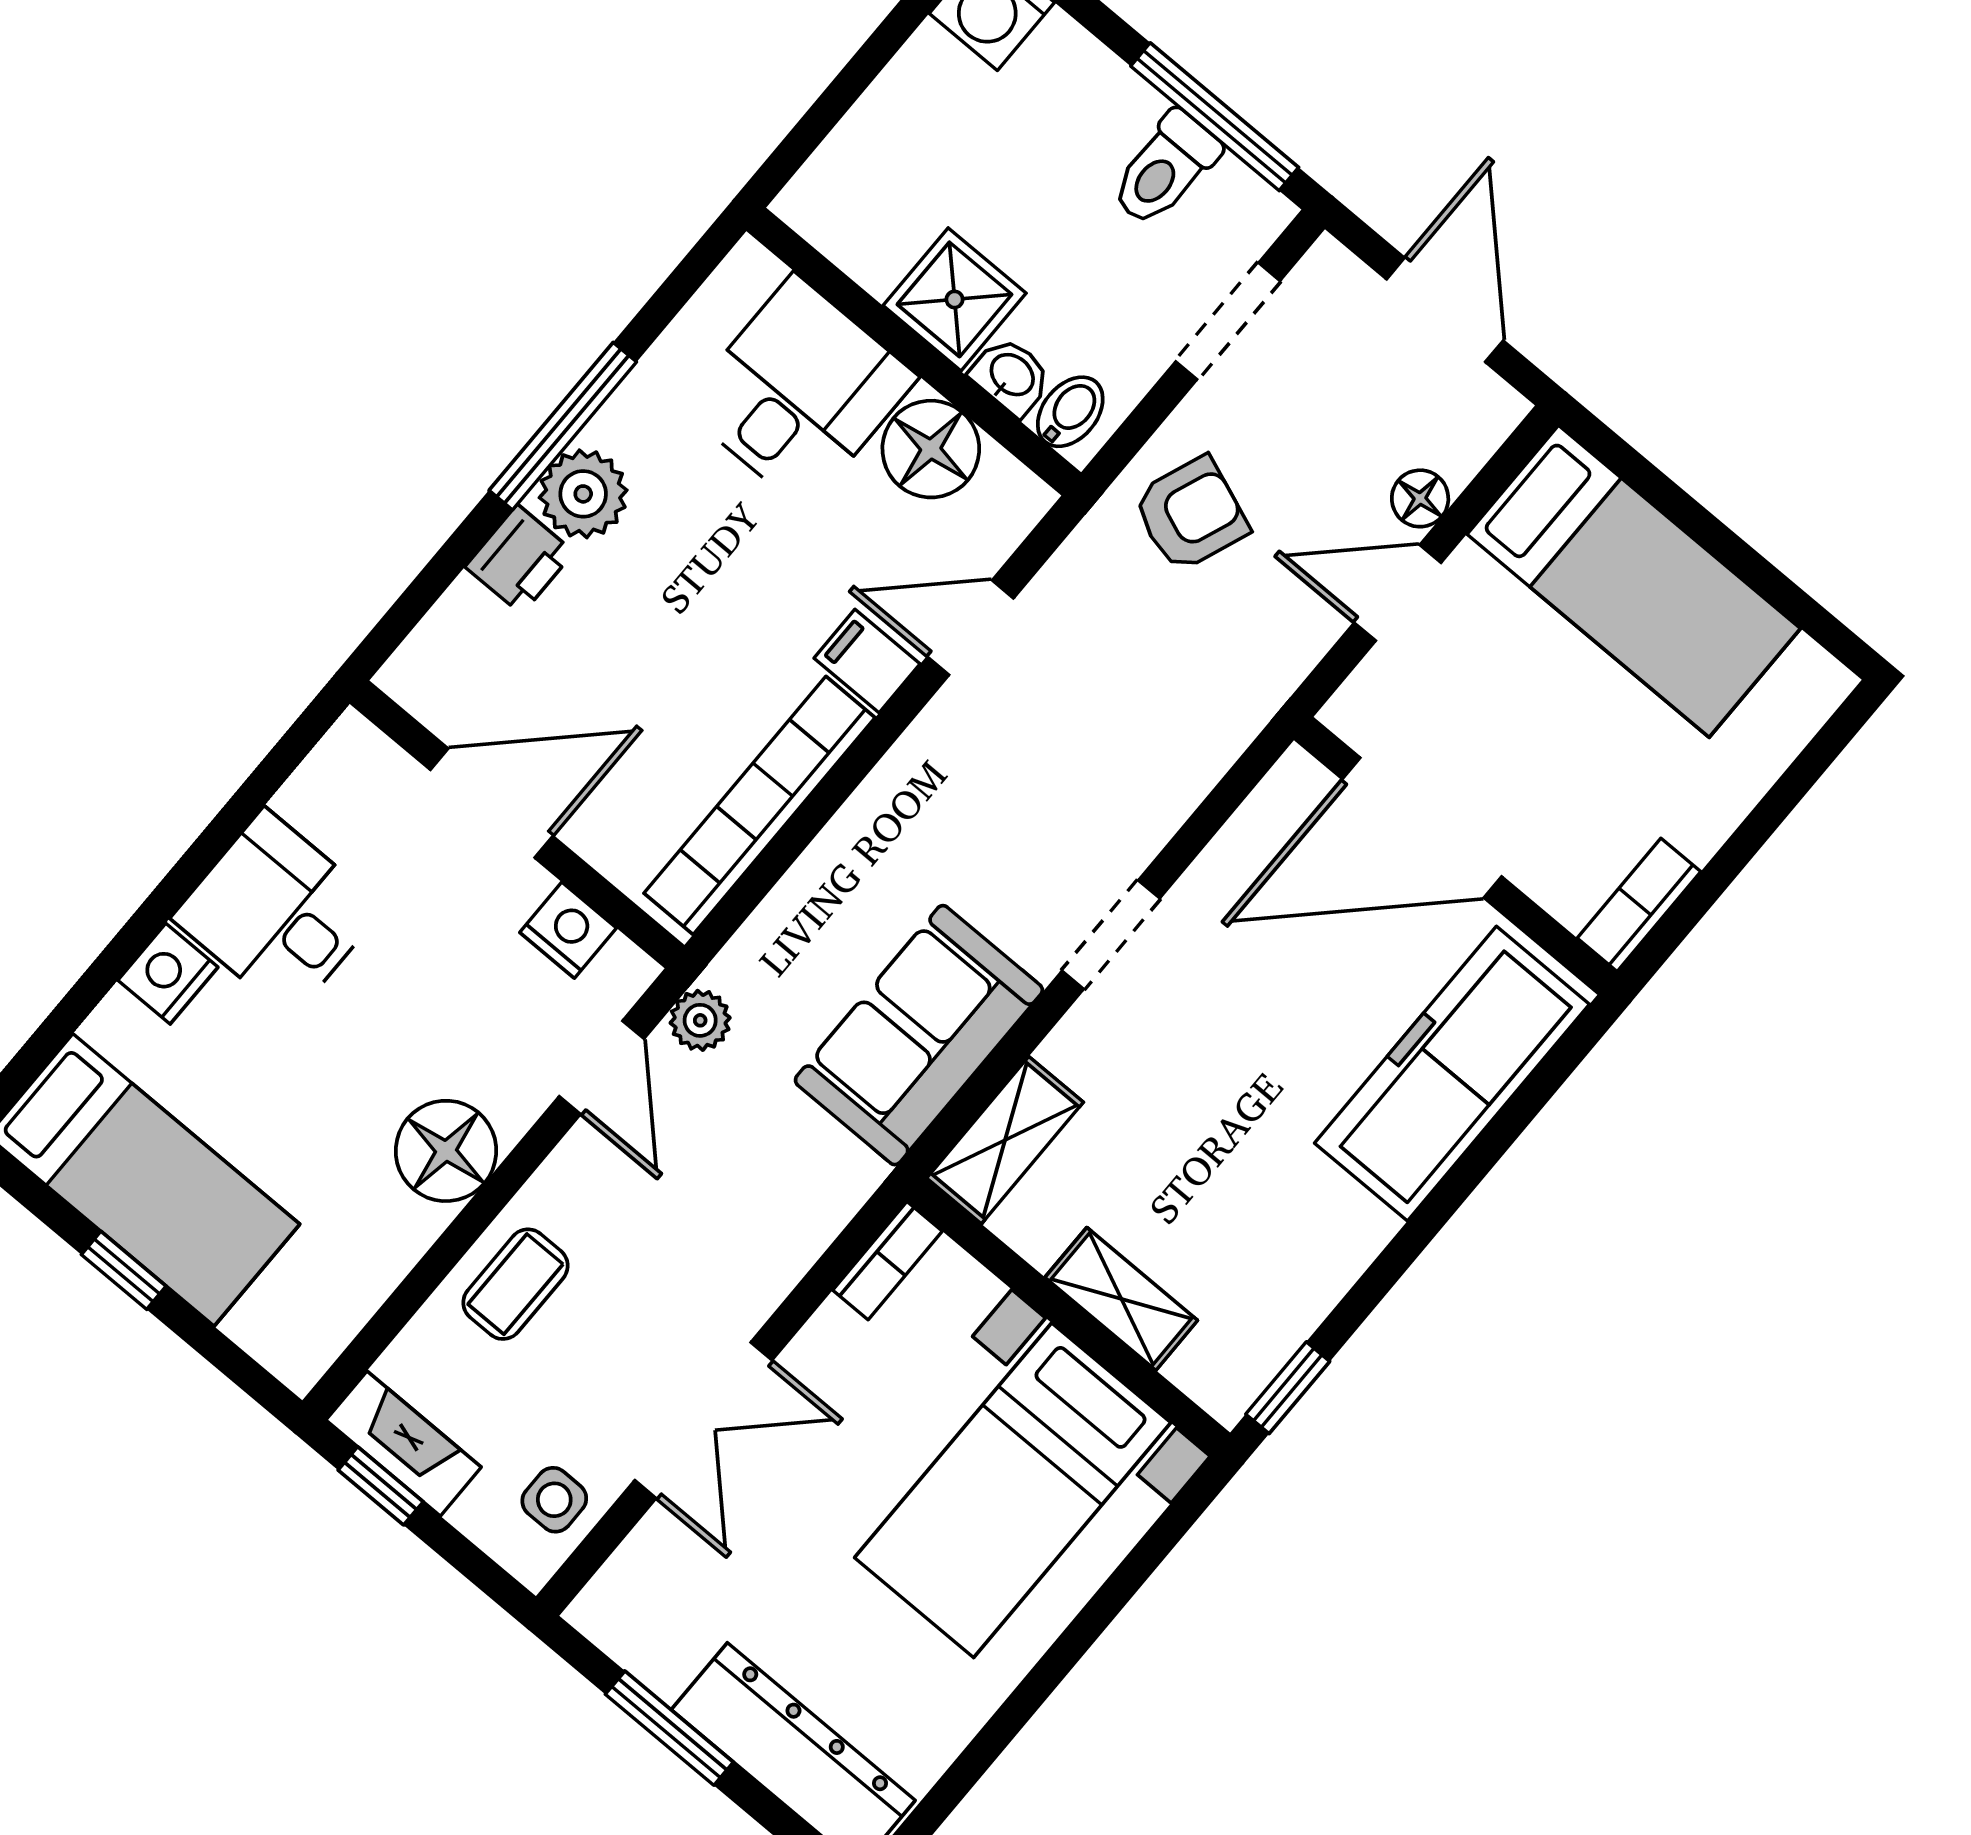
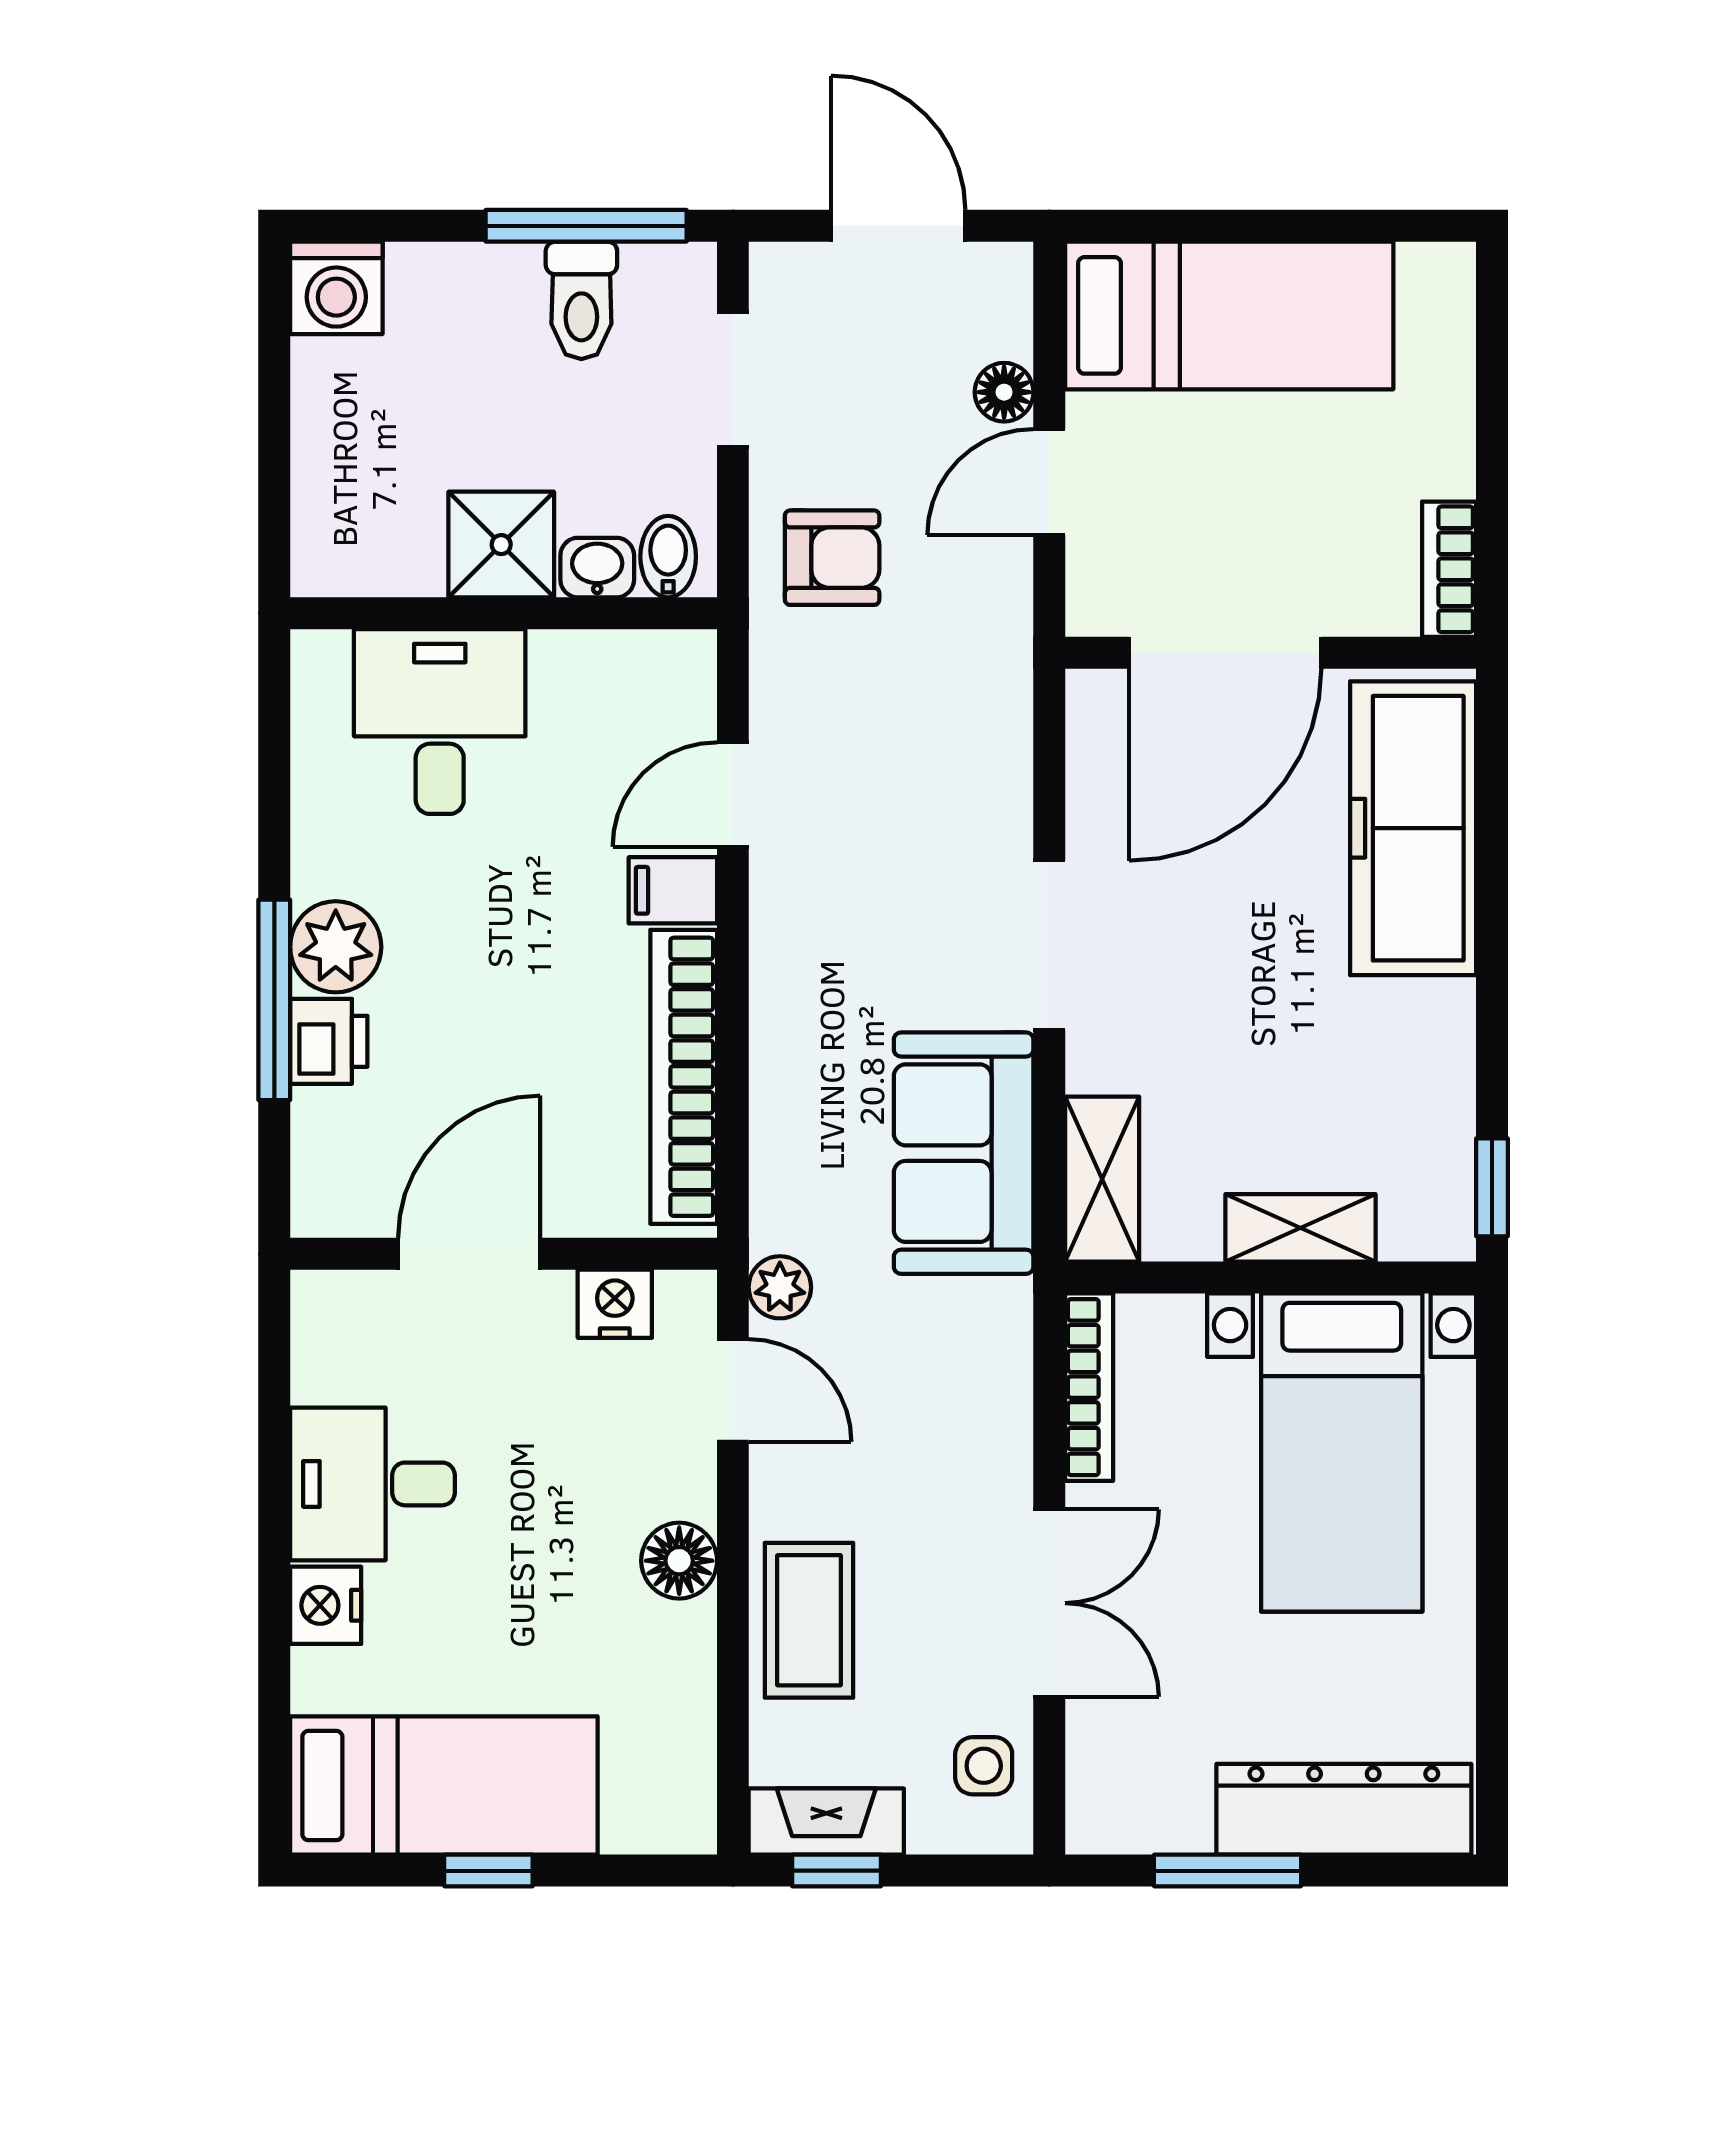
window: (563, 426) -> (274, 1000), moved
floor lamp: (931, 449) -> (582, 679), removed
armchair: (1191, 514) -> (832, 558), turned 69
doorway: (1111, 935) -> (1049, 945), width x1.38
floor lamp: (446, 1151) -> (679, 1561), width x0.73, depth x0.73
bookcase: (887, 1261) -> (1089, 1387), width x1.56
coffee table: (515, 1284) -> (809, 1620), width x1.36, depth x1.30

